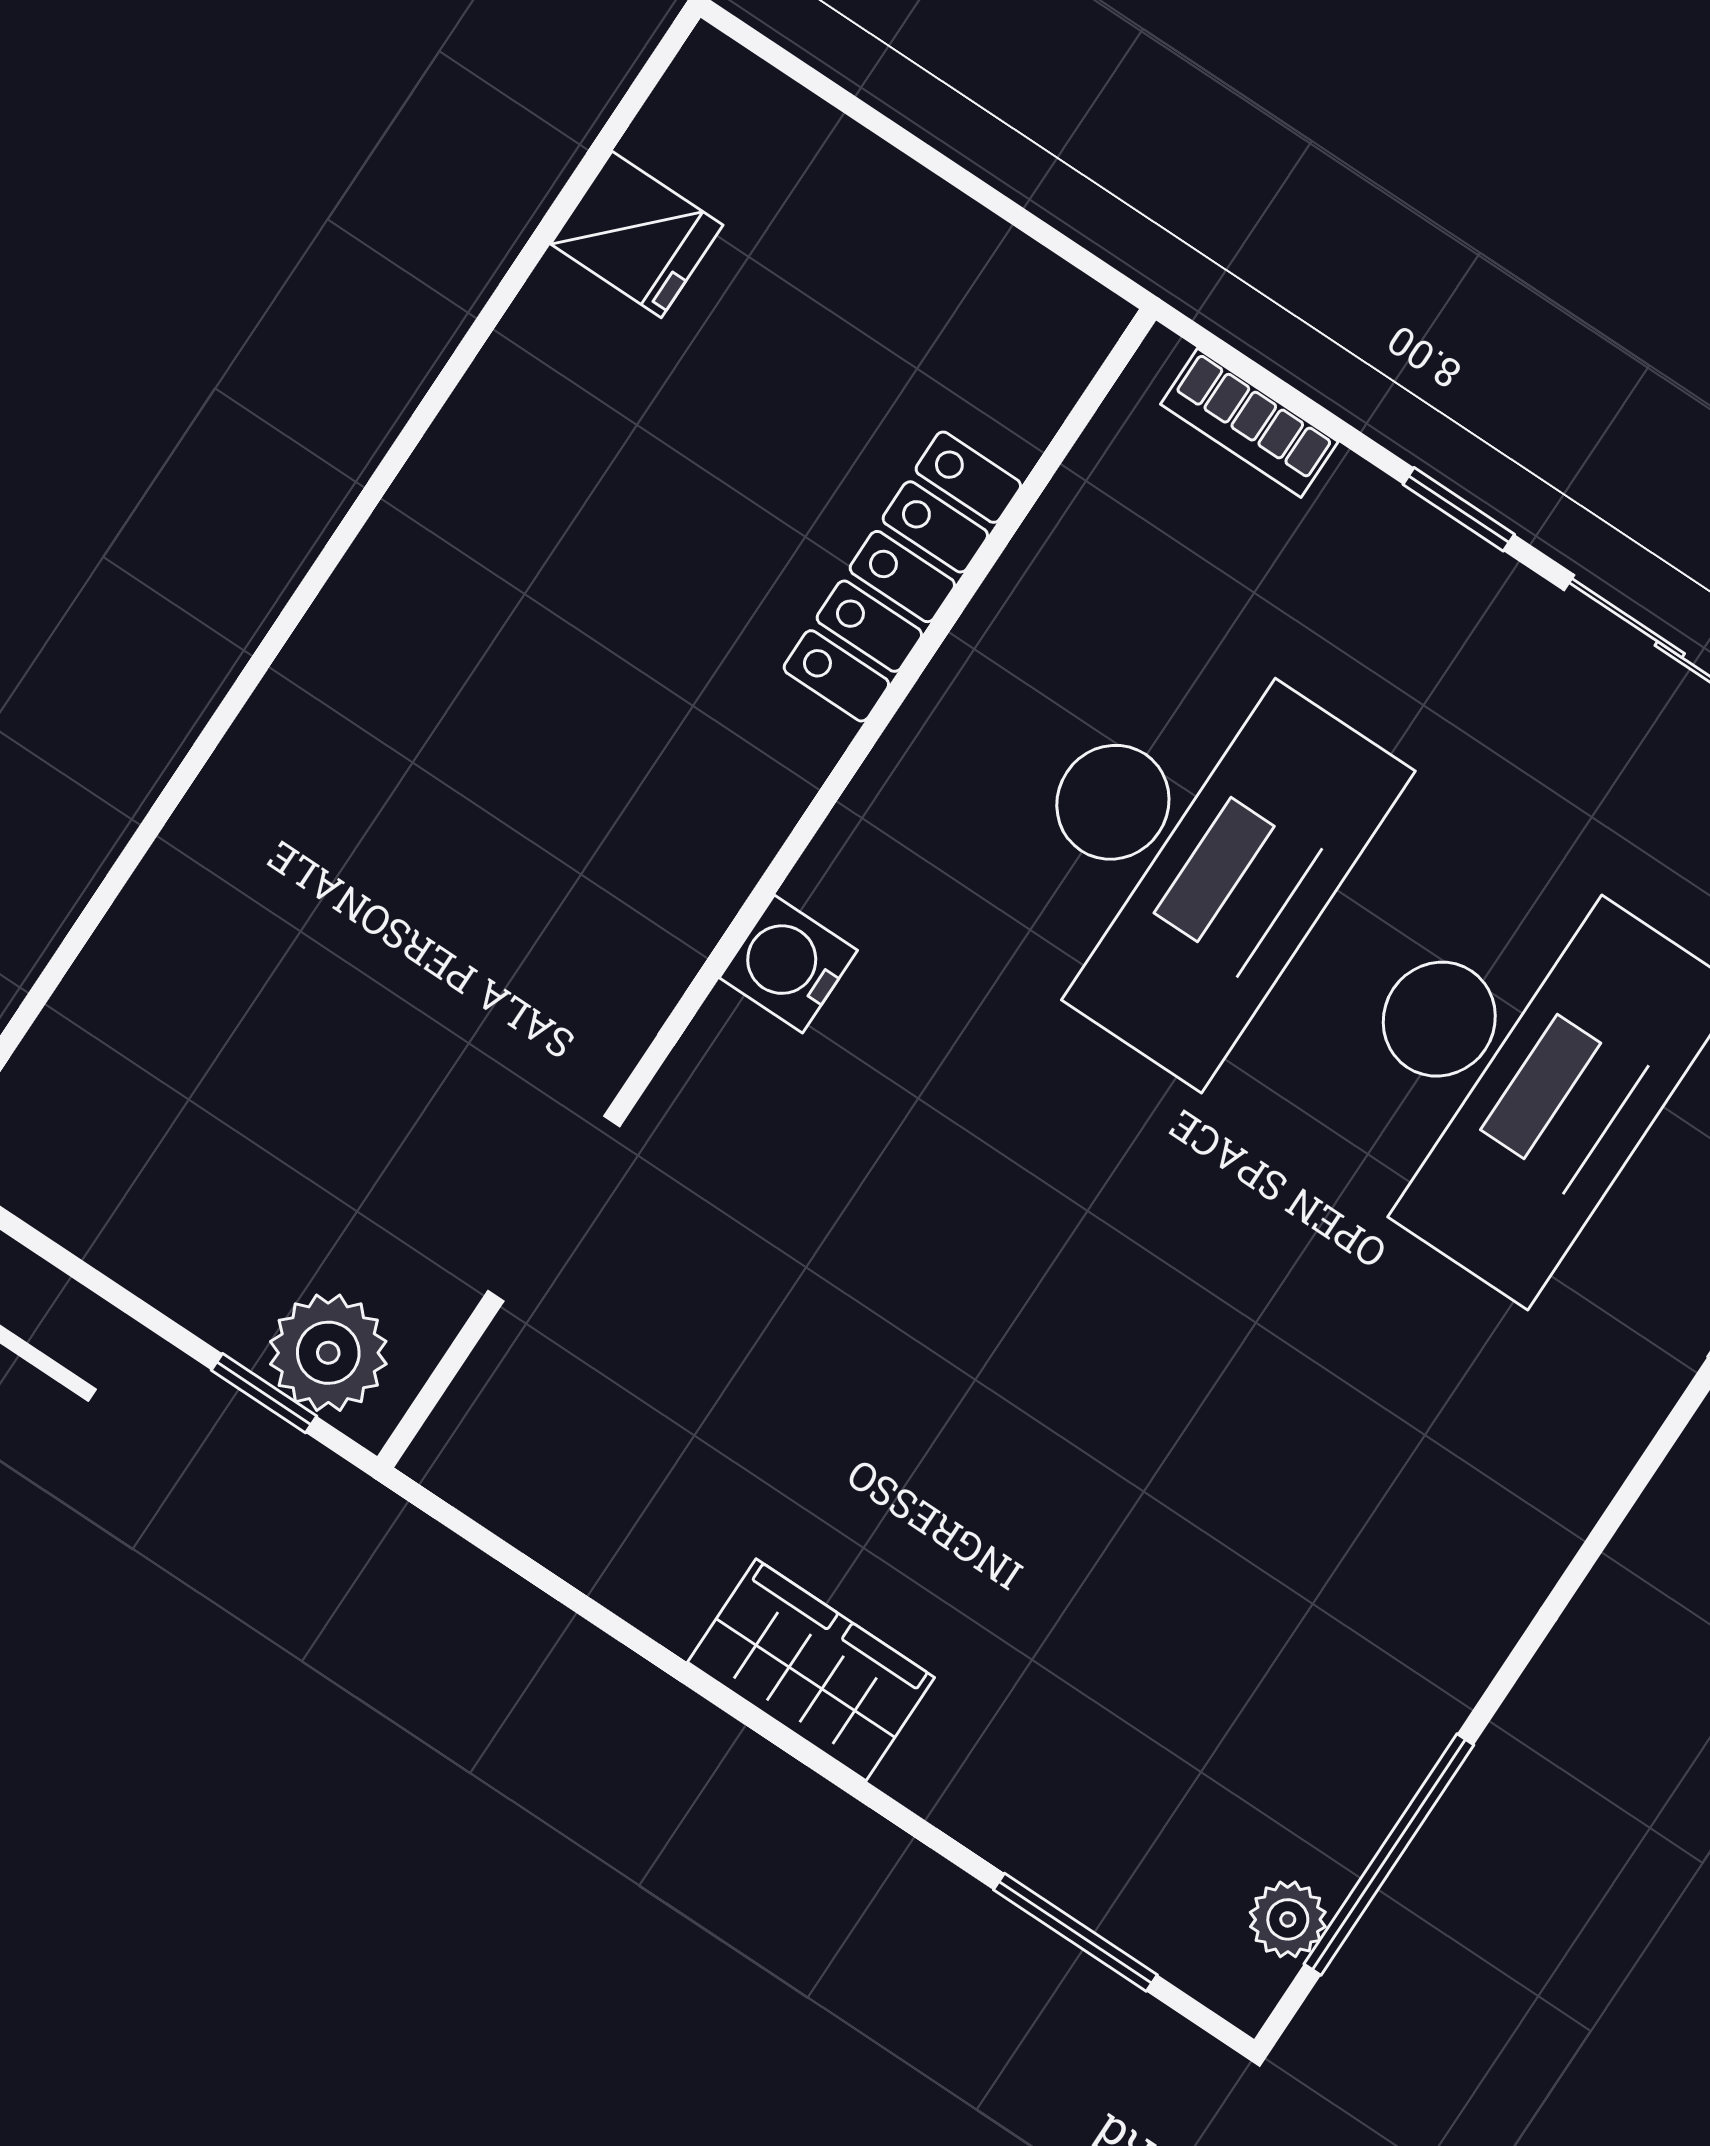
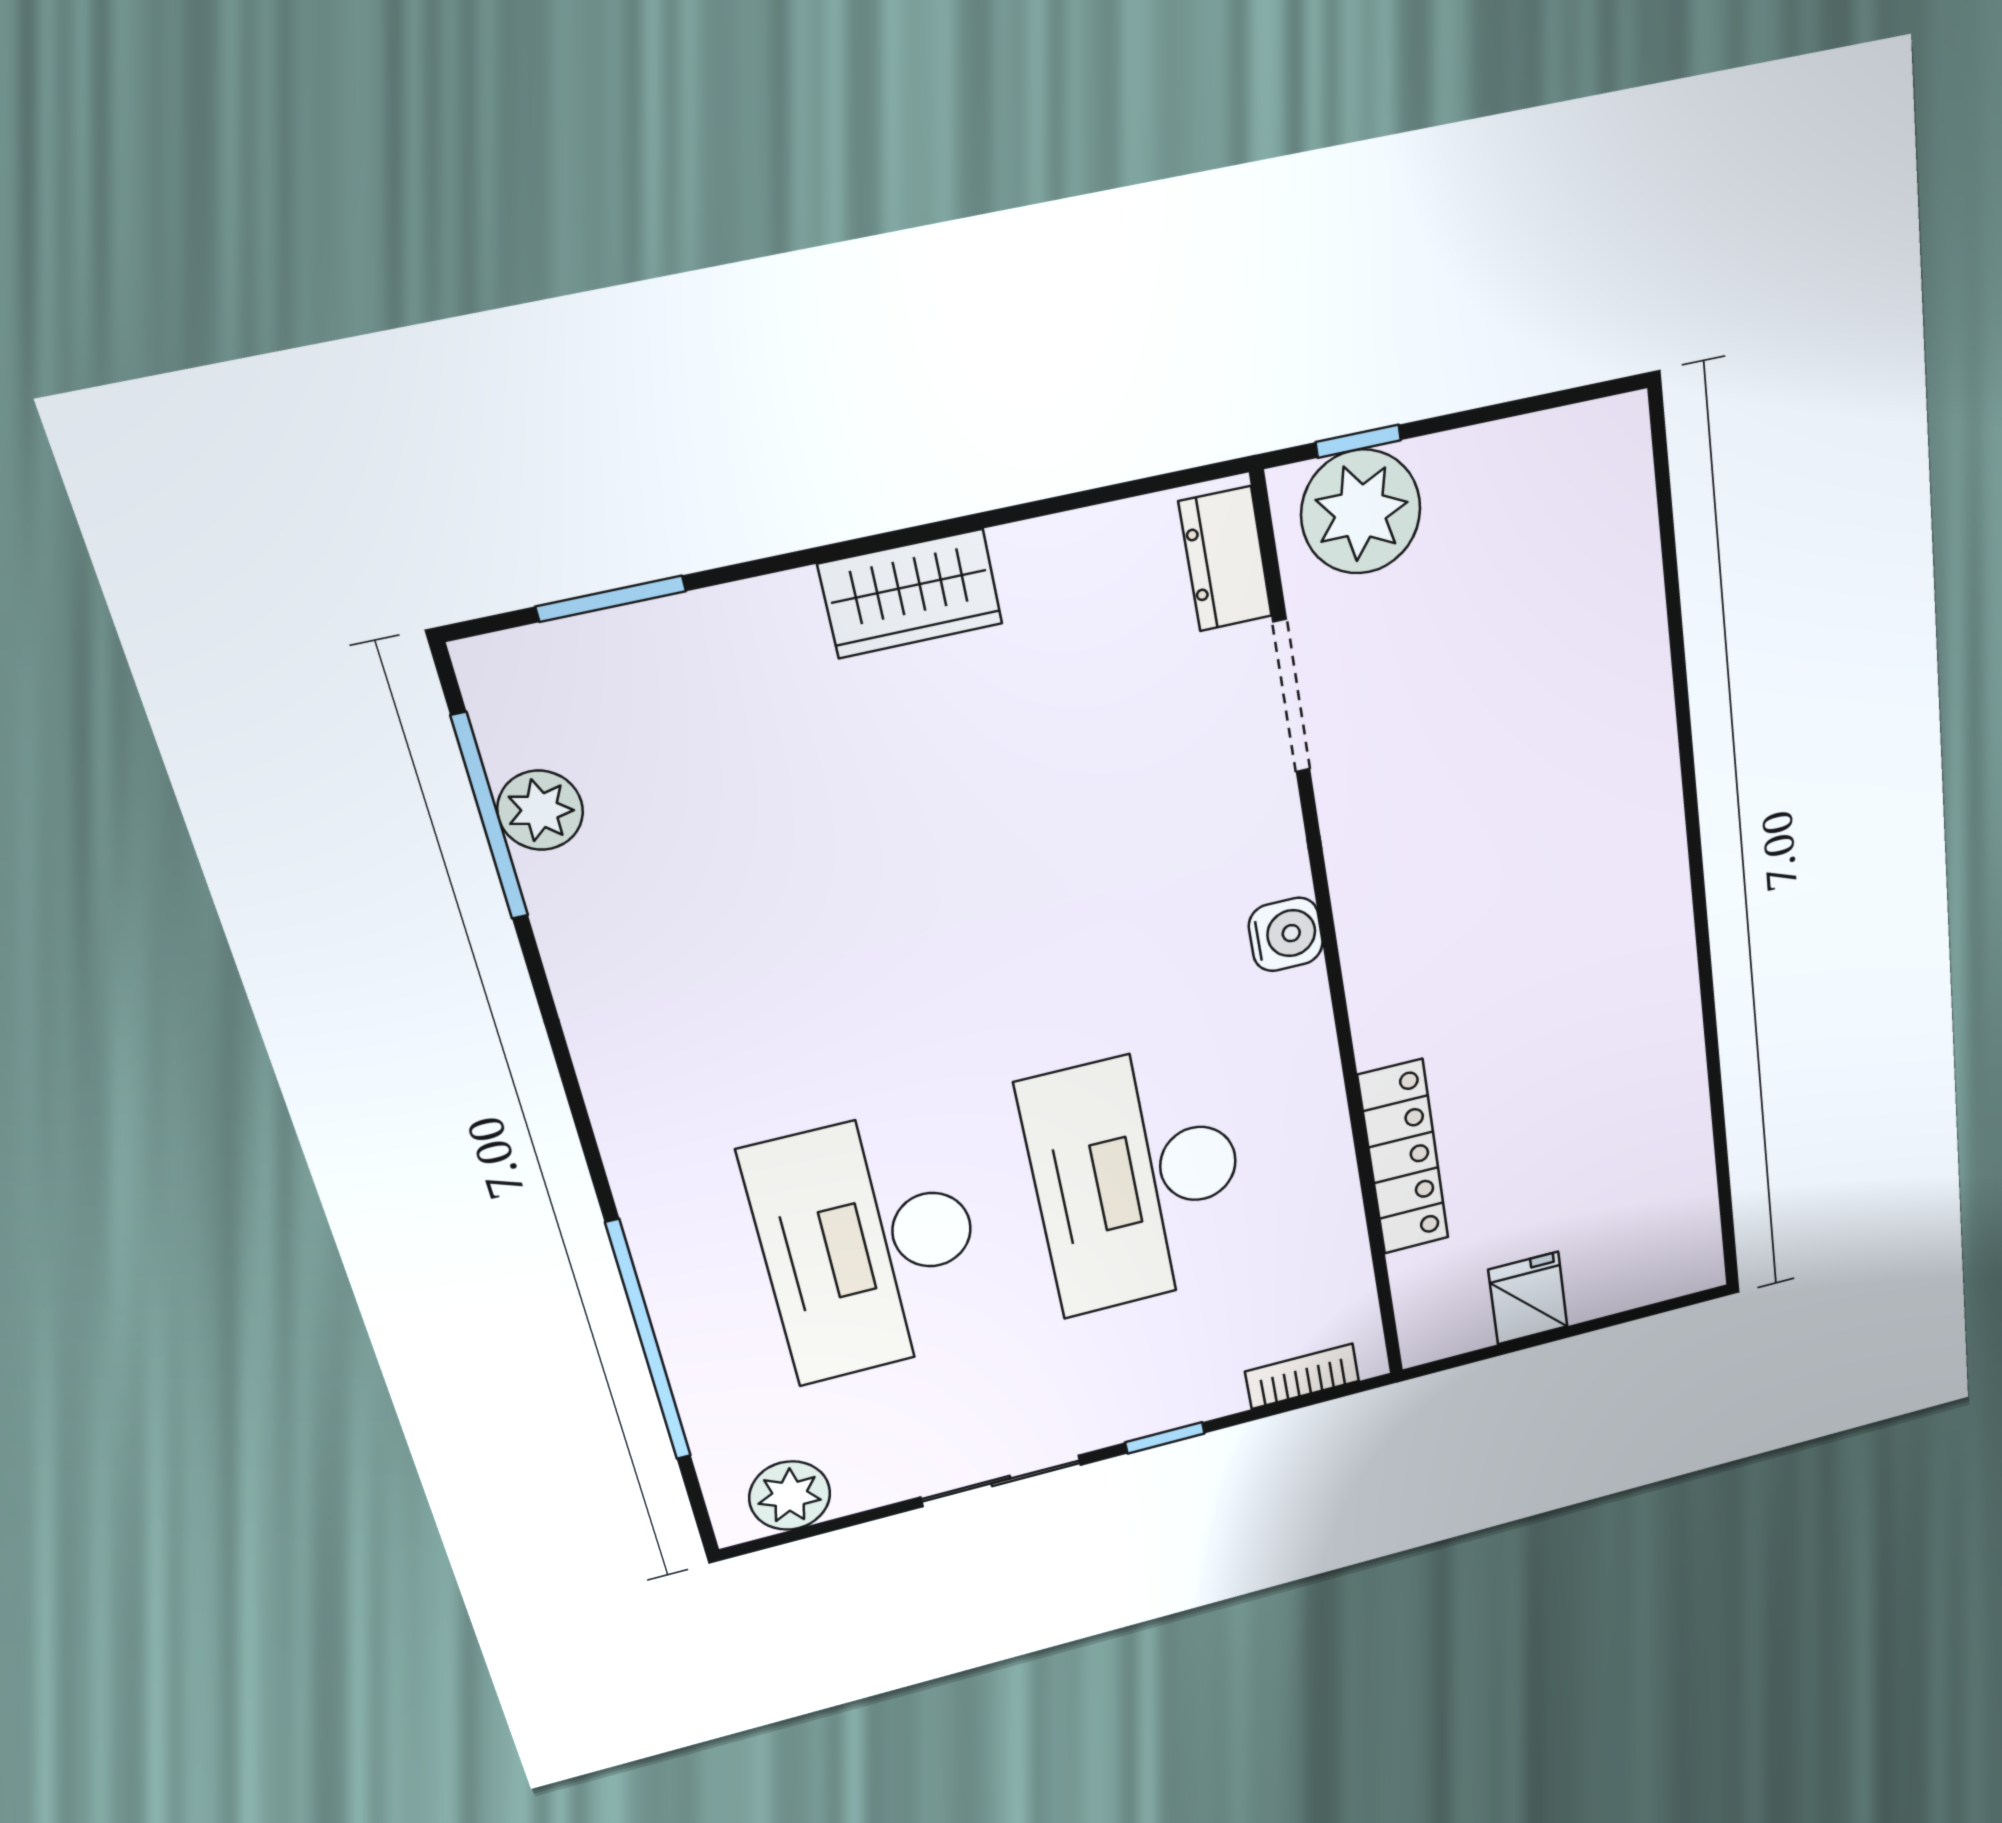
fridge: (637, 234) -> (1528, 1298), moved, turned 90
plant: (328, 1353) -> (1361, 512), width x1.36, depth x1.36
dresser: (492, 1408) -> (1225, 559), added
plant: (1288, 1919) -> (540, 810), moved, width x1.38, depth x1.38

